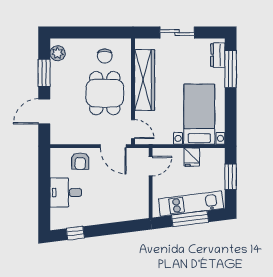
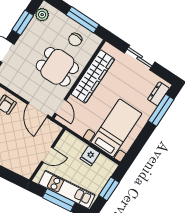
window: (99, 33) -> (83, 20), added
dining table: (105, 93) -> (57, 67), turned 90
door: (151, 166) -> (47, 155), moved

